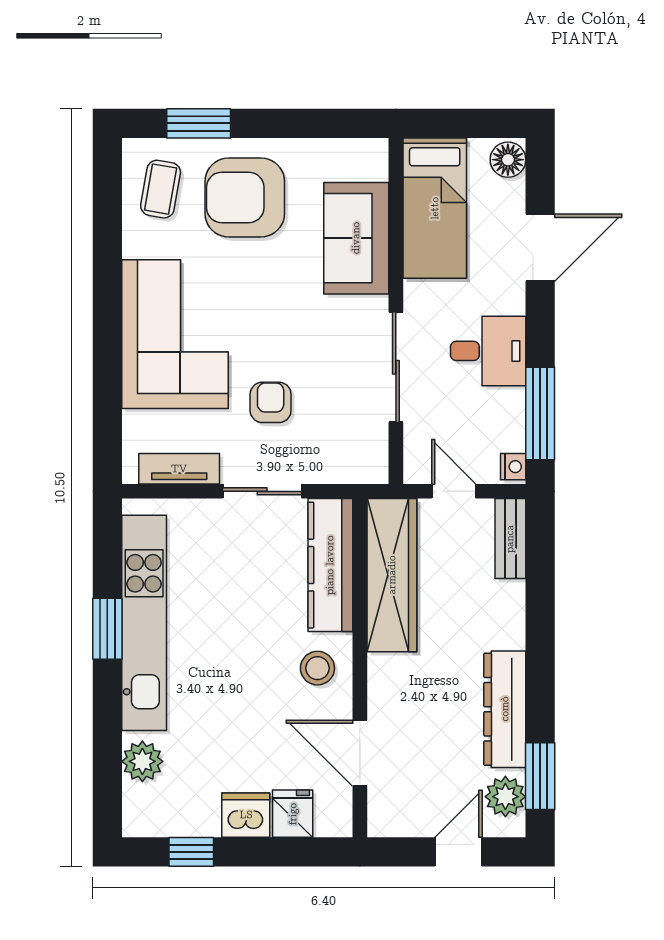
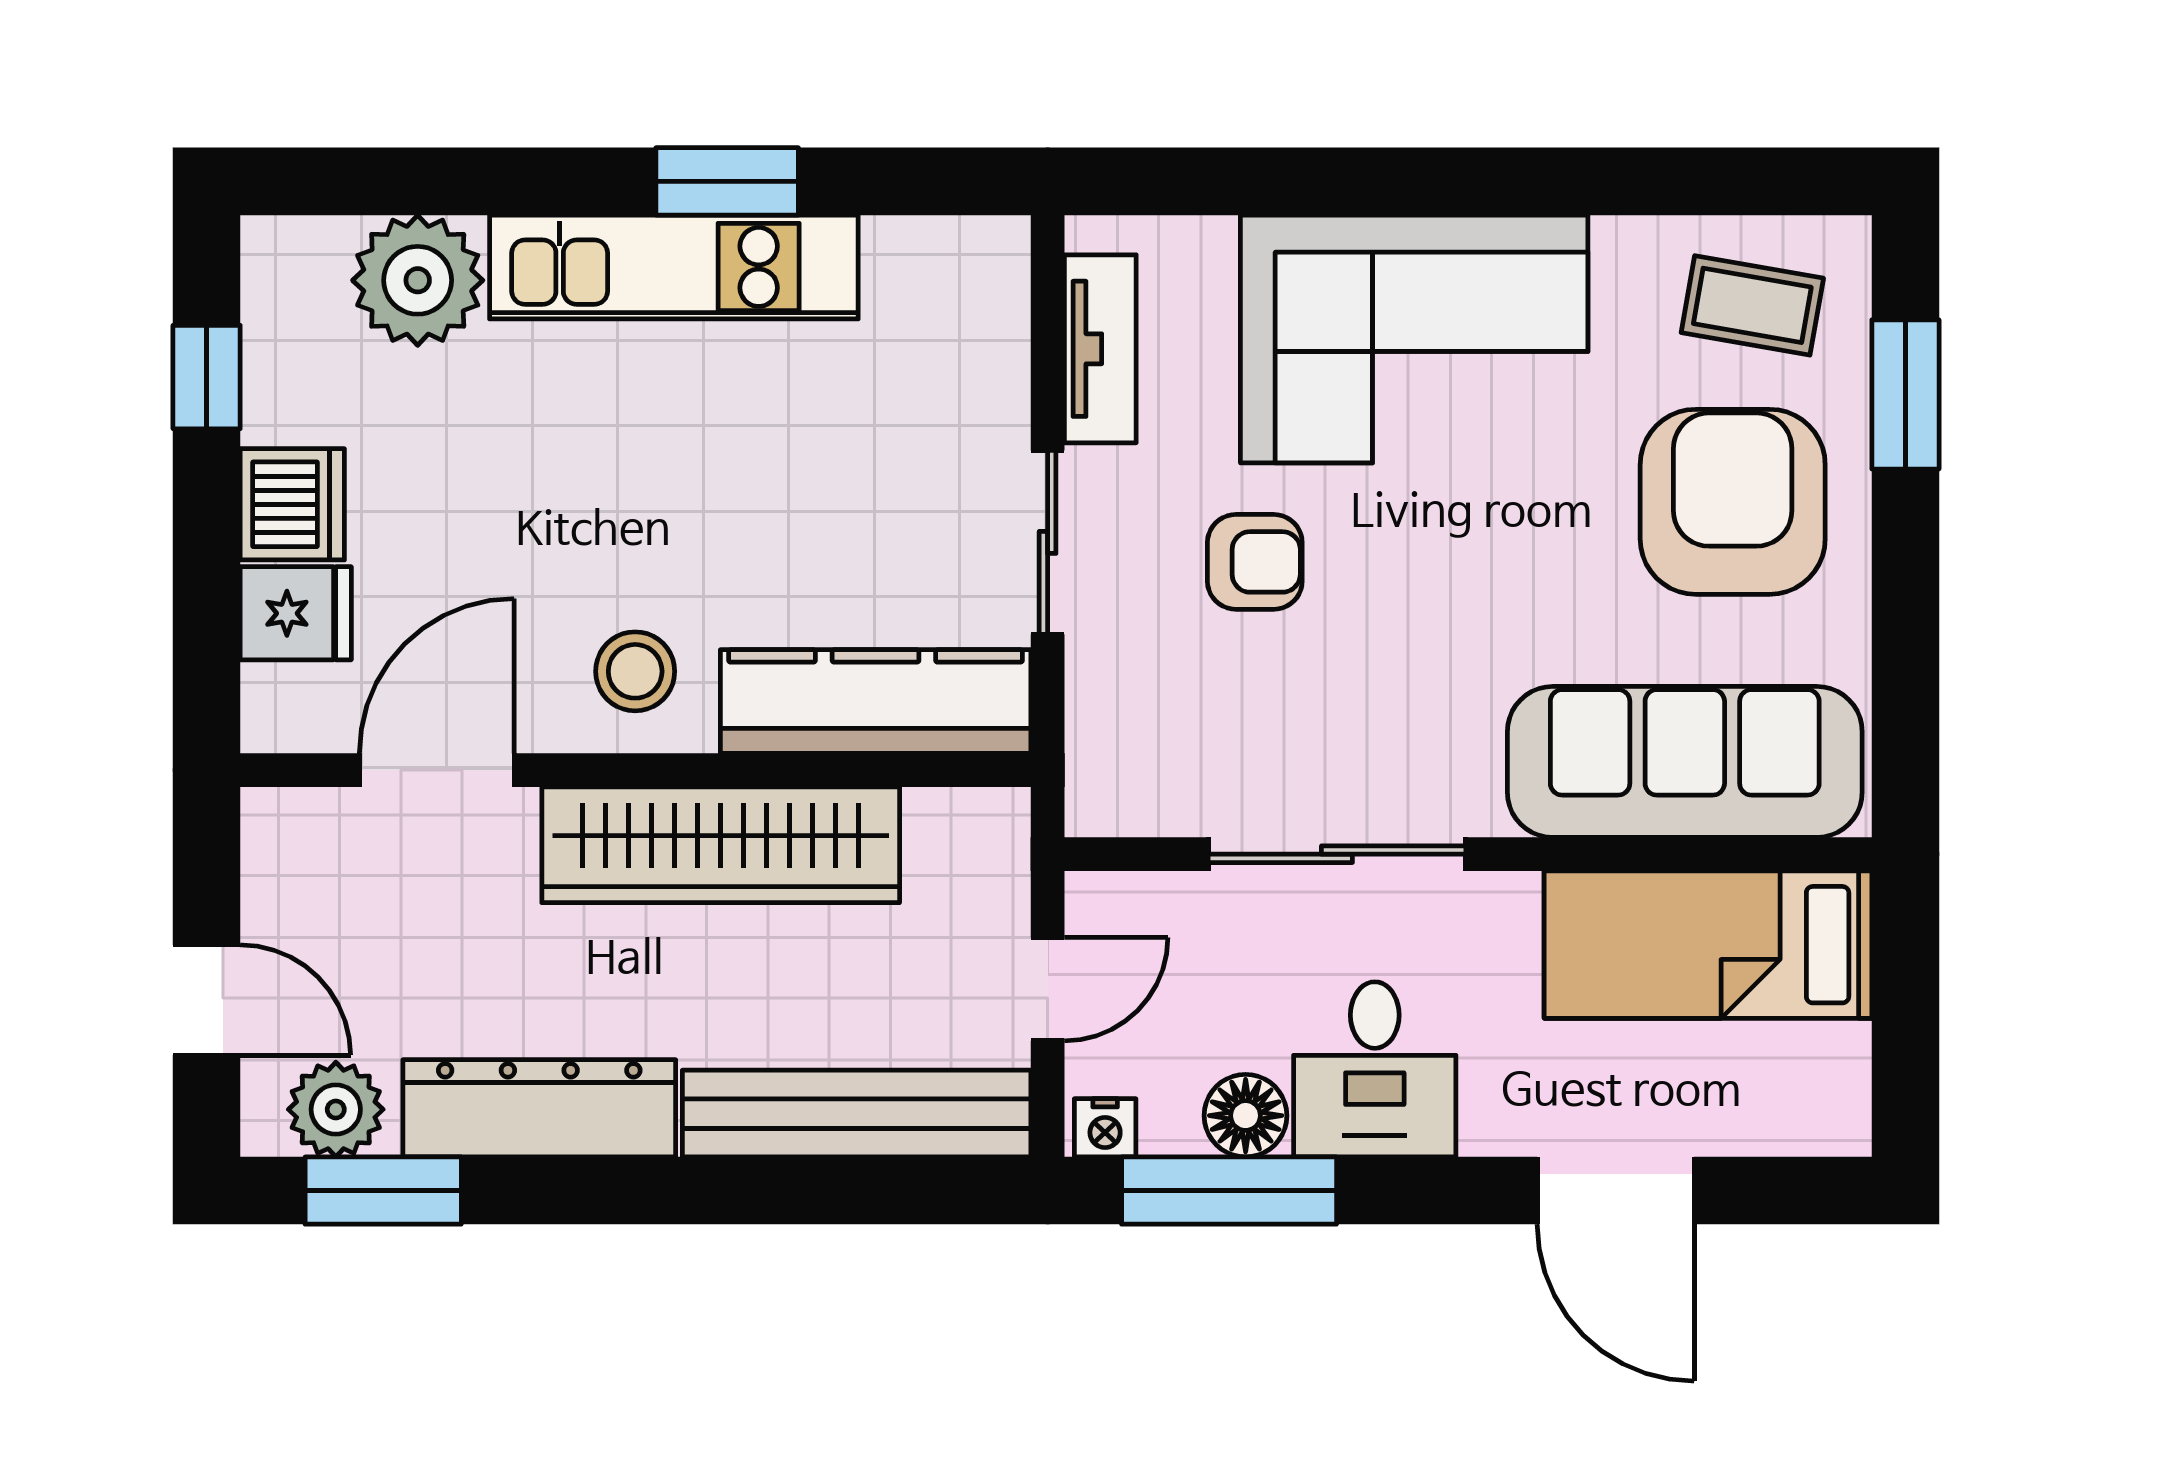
floor lamp: (508, 160) -> (1246, 1116), moved
sofa: (356, 238) -> (1685, 762), width x1.36
bench: (510, 539) -> (857, 1114), width x1.86, depth x1.21
wardrobe: (392, 575) -> (721, 845), moved
kitchen unit: (144, 623) -> (674, 267), width x0.73
plant: (142, 761) -> (418, 280), width x1.36, depth x1.36

